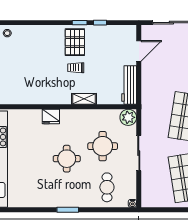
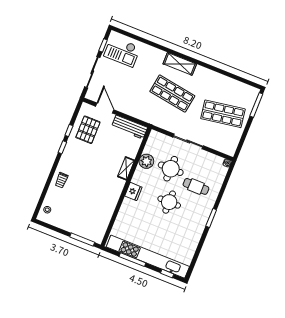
pallet: (75, 42) -> (88, 130), moved, turned 90
trolley: (76, 68) -> (61, 180), moved
fridge: (51, 116) -> (133, 192), moved
plant: (128, 117) -> (146, 161), moved
cafe table: (107, 187) -> (196, 186), moved

